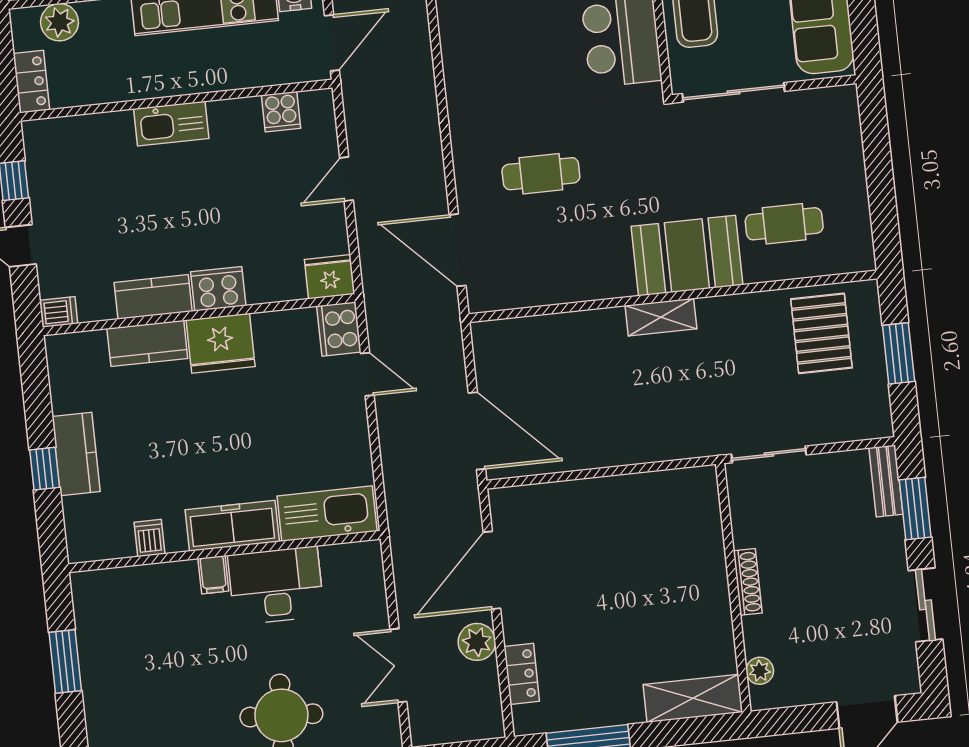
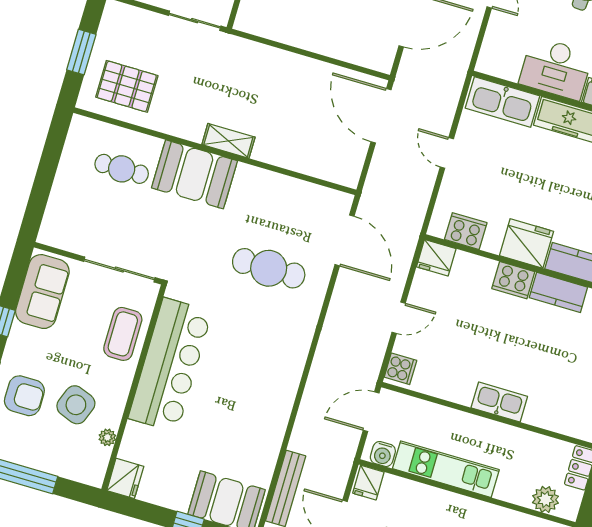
cooker: (281, 112) -> (400, 369), moved, turned 90
cafe table: (541, 174) -> (269, 268), width x1.37, depth x1.35
cooker: (339, 329) -> (466, 231), moved, turned -90
pallet: (821, 333) -> (127, 86), turned 90
door: (367, 374) -> (447, 153), moved

